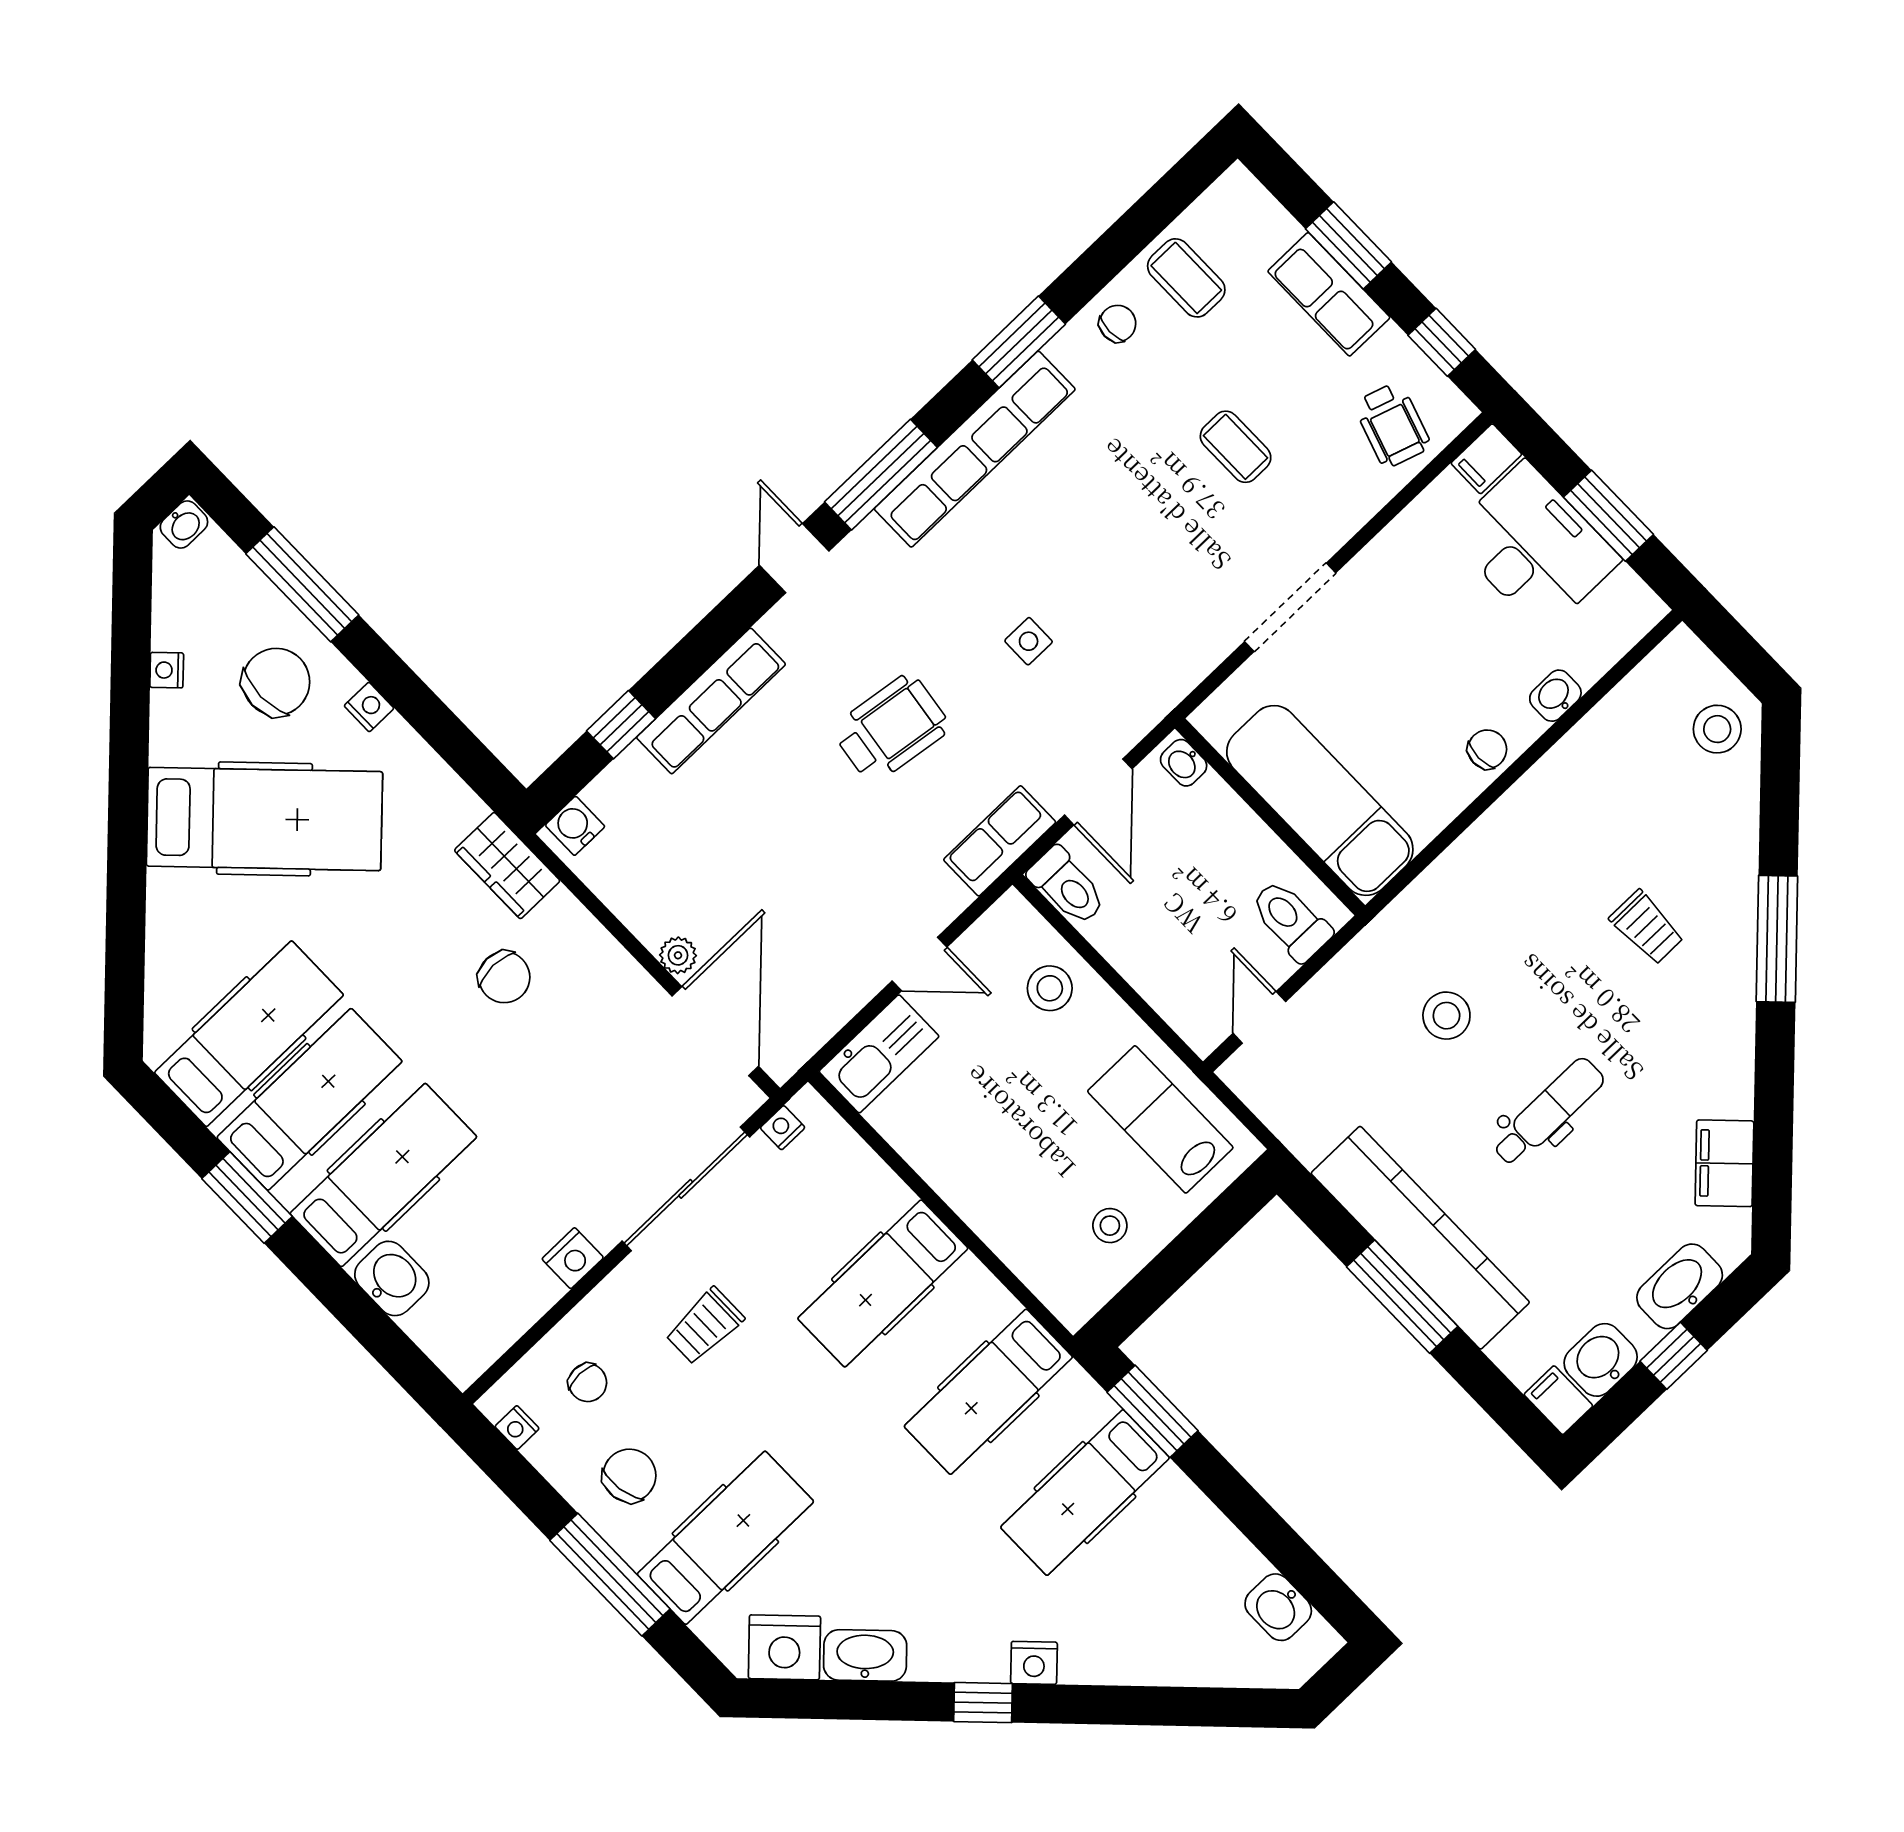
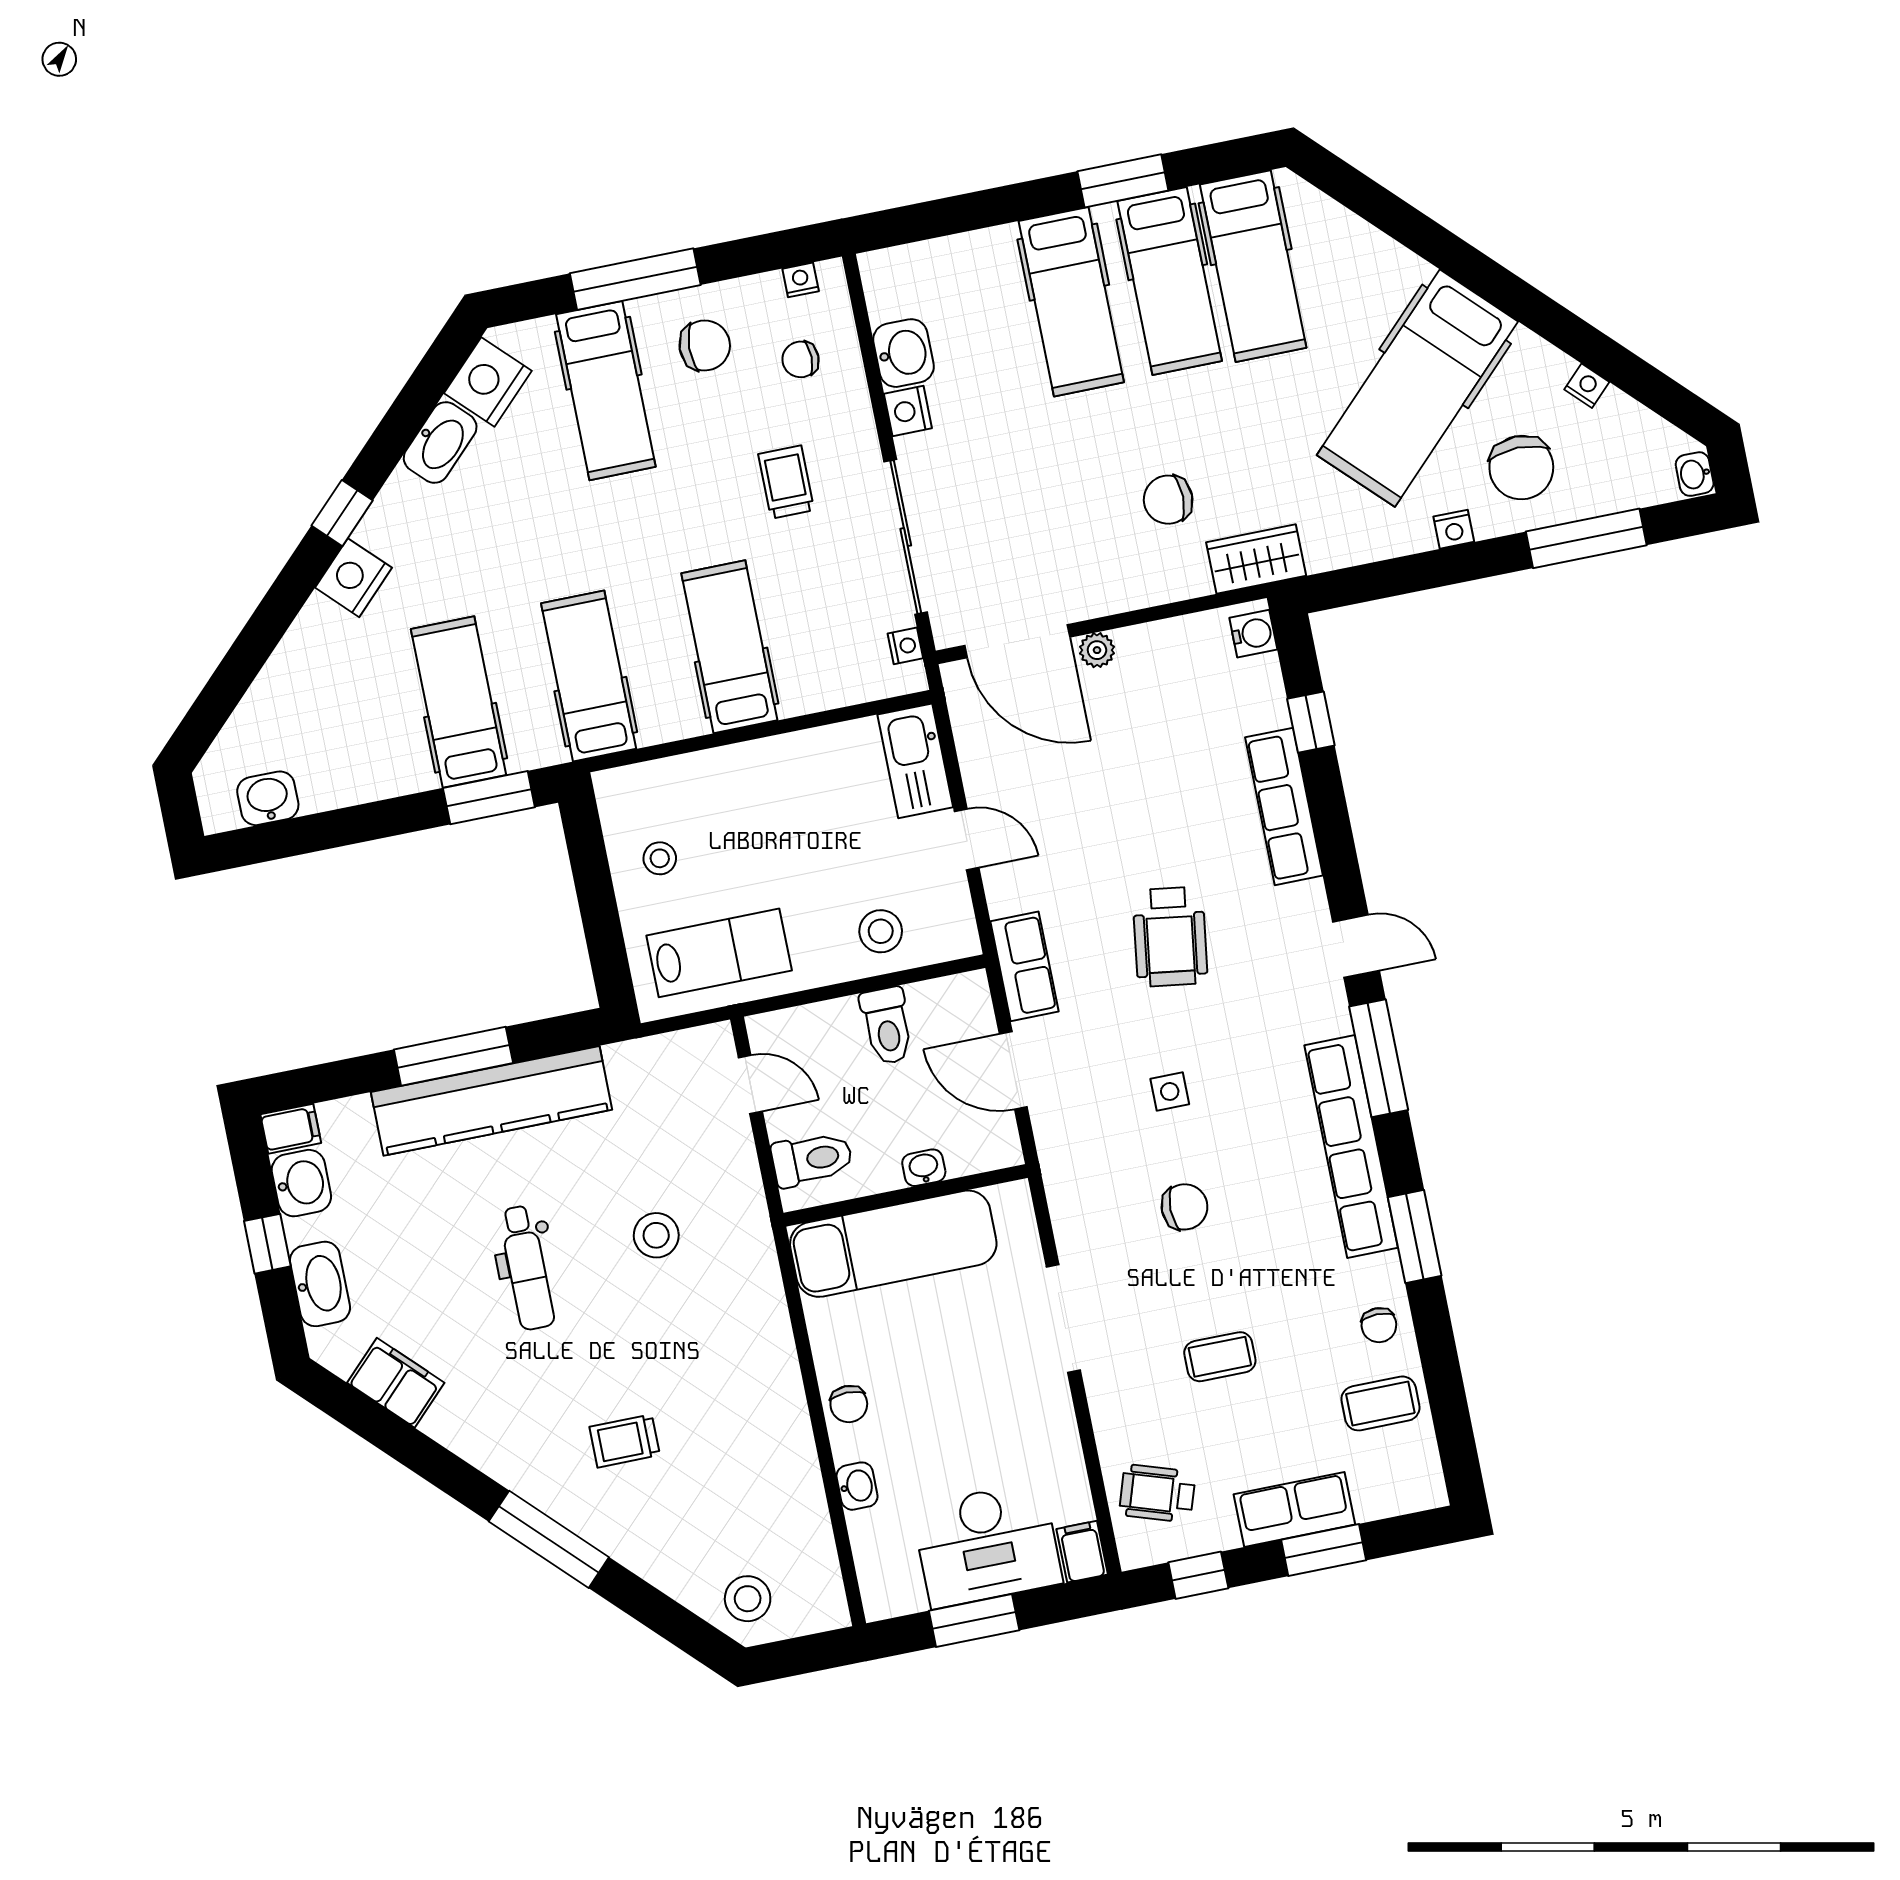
chair: (1123, 563) -> (1184, 1207), added
washbasin: (1184, 763) -> (924, 1168), moved
toilet: (1067, 886) -> (887, 1026), moved, turned -90
door: (920, 964) -> (967, 839), swing flipped
washbasin: (392, 1278) -> (904, 353), moved, turned -90
chair: (629, 1476) -> (705, 345), turned -79
nightstand: (1034, 1663) -> (353, 578), width x1.36, depth x1.33

